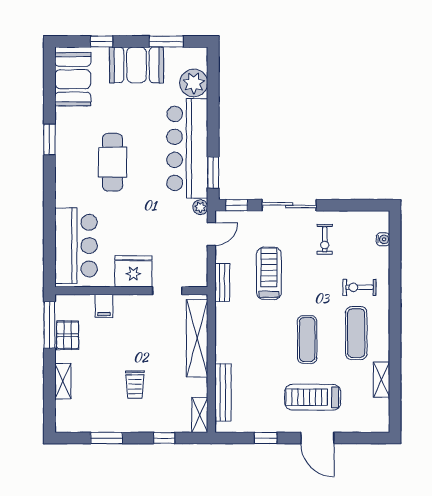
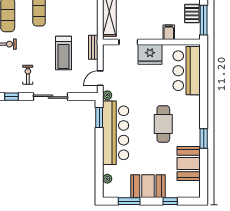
booth: (73, 79) -> (189, 164), moved
plant: (194, 83) -> (107, 179), width x0.53, depth x0.53
window: (237, 205) -> (12, 97), moved

